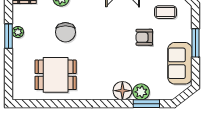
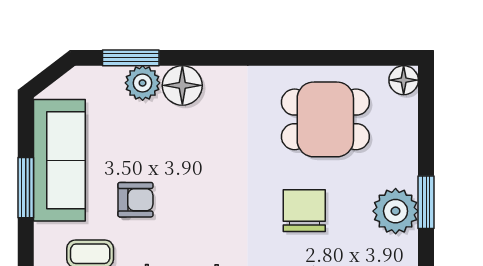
plant: (18, 32) -> (396, 211), width x1.87, depth x1.87
sofa: (180, 63) -> (59, 160), width x1.36
floor lamp: (19, 93) -> (404, 80), added

